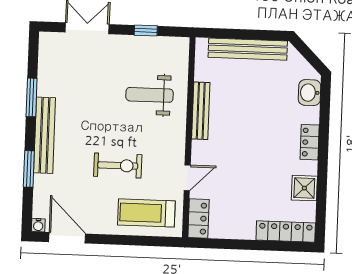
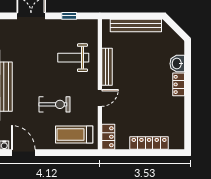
washbasin: (310, 93) -> (177, 64), moved
door: (187, 178) -> (100, 98), moved
shower: (304, 188) -> (176, 114), removed
locker: (286, 232) -> (149, 143), moved

